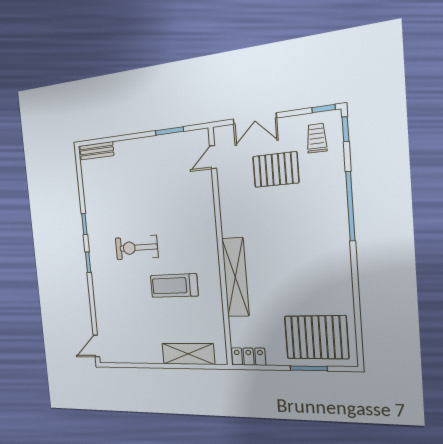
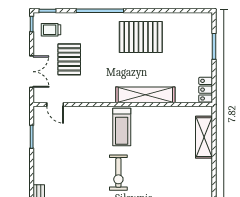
treadmill: (174, 286) -> (122, 127), moved
pallet: (316, 337) -> (141, 37), moved, turned 90

